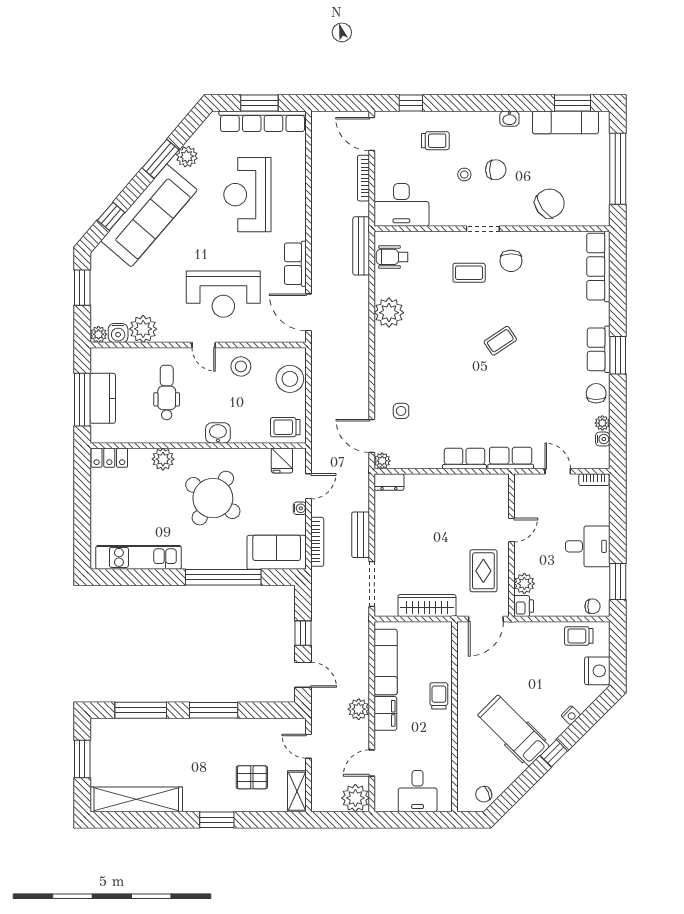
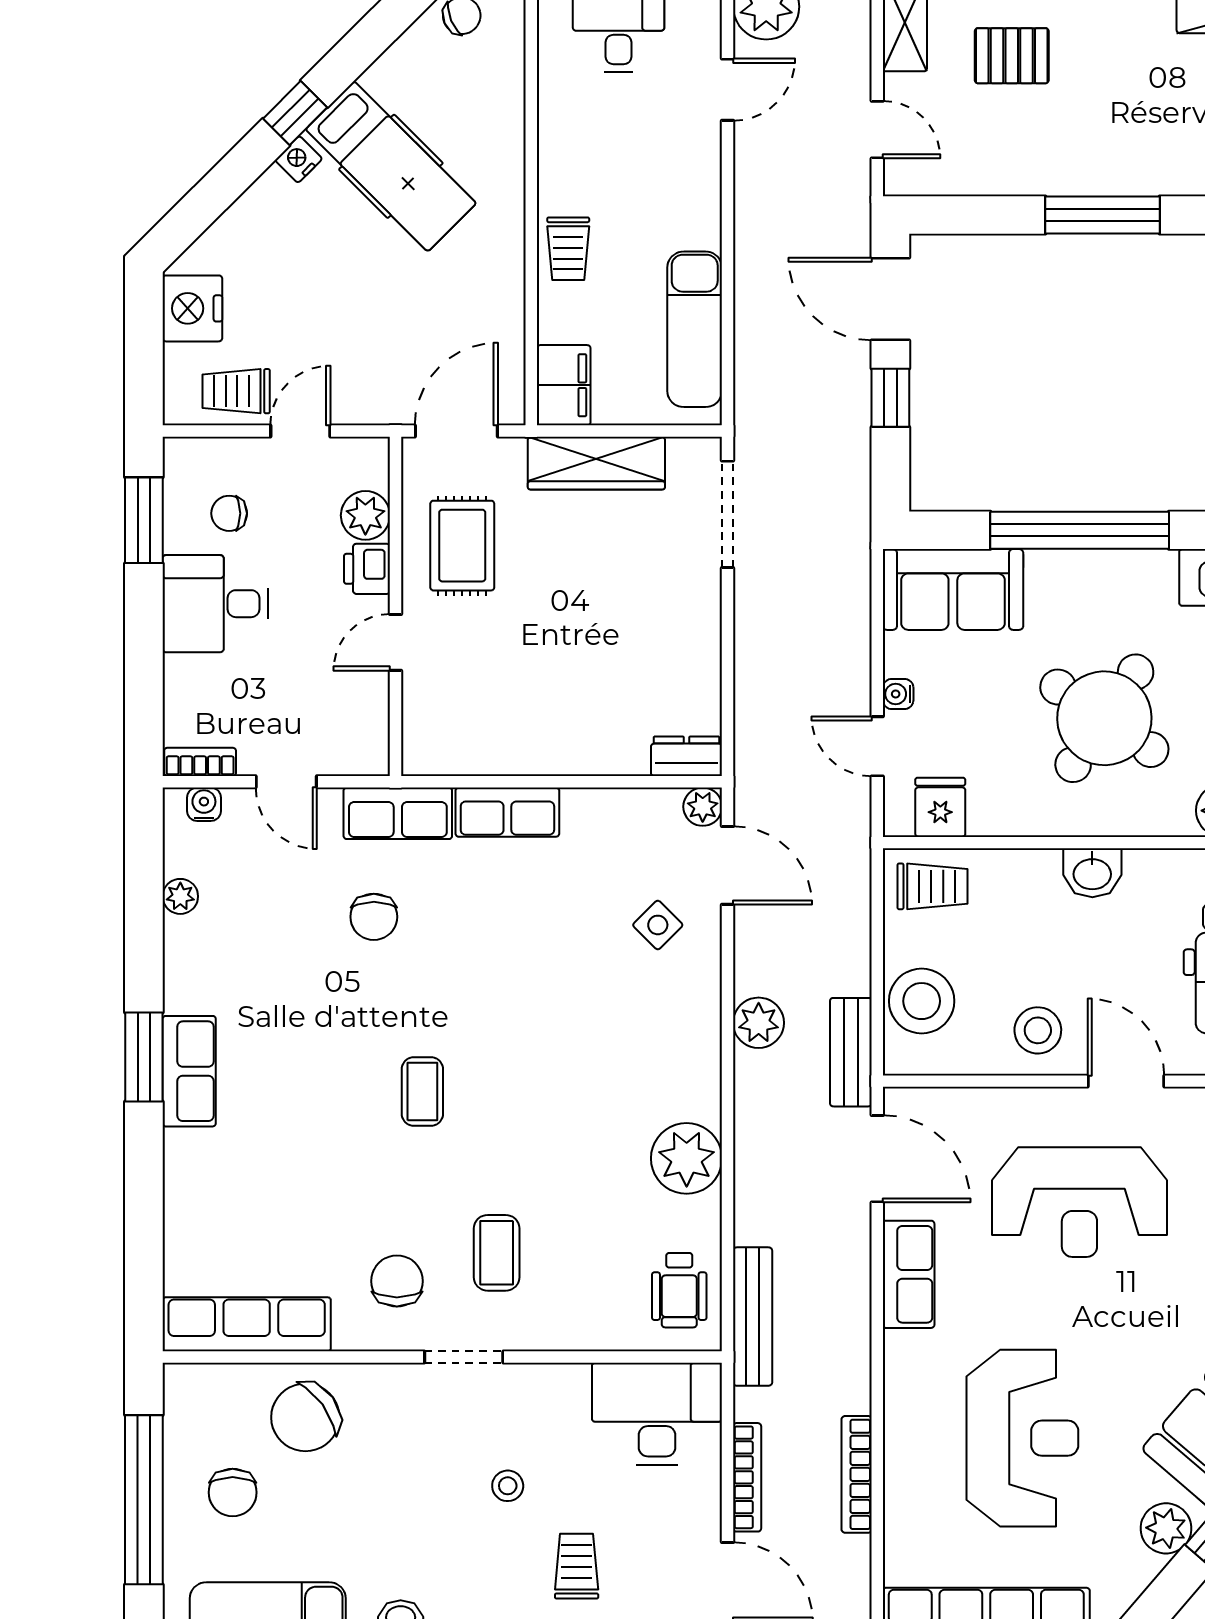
trolley: (435, 141) -> (577, 1566), turned 90
chair: (496, 170) -> (233, 1492), moved, turned -90
wheelchair: (392, 257) -> (679, 1290), turned 90
row of seats: (598, 267) -> (247, 1324), moved, turned -90
coffee table: (469, 273) -> (497, 1253), turned 90
reception desk: (223, 294) -> (1079, 1202), turned 180
coffee table: (500, 341) -> (422, 1092), turned -56
door: (204, 345) -> (1126, 1081), width x1.38
chair: (596, 393) -> (374, 917), moved
side table: (401, 411) -> (658, 925), turned 45
water cooler: (603, 439) -> (204, 804), moved, turned 90
door: (309, 486) -> (877, 746), hinge flipped
bench: (361, 535) -> (851, 1052), moved
bookcase: (317, 542) -> (857, 1474), moved
printer: (524, 606) -> (367, 569), moved
chair: (593, 606) -> (229, 513), moved
door: (552, 619) -> (300, 431), added
trolley: (579, 636) -> (236, 391), turned 180
door: (303, 675) -> (890, 299), width x1.38
plant: (359, 709) -> (759, 1023), moved
filing cabinet: (385, 713) -> (564, 385), moved, turned 180
nightstand: (571, 715) -> (299, 159), moved

